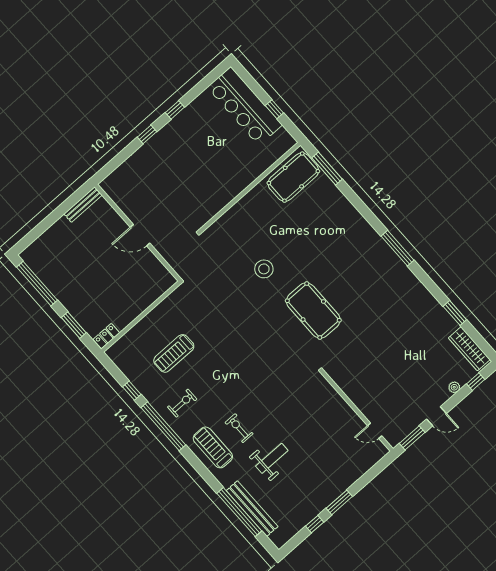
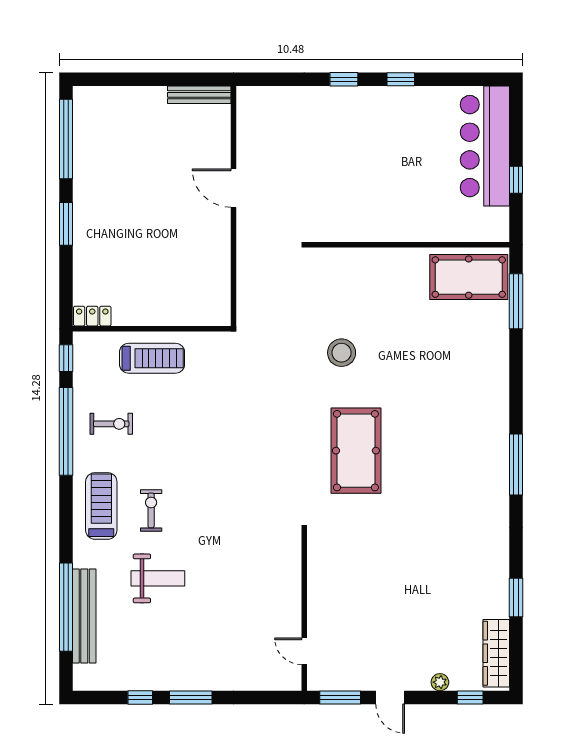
wall: (141, 317) -> (152, 329), moved
locker: (106, 336) -> (92, 316), moved
treadmill: (174, 353) -> (152, 358), turned 180

